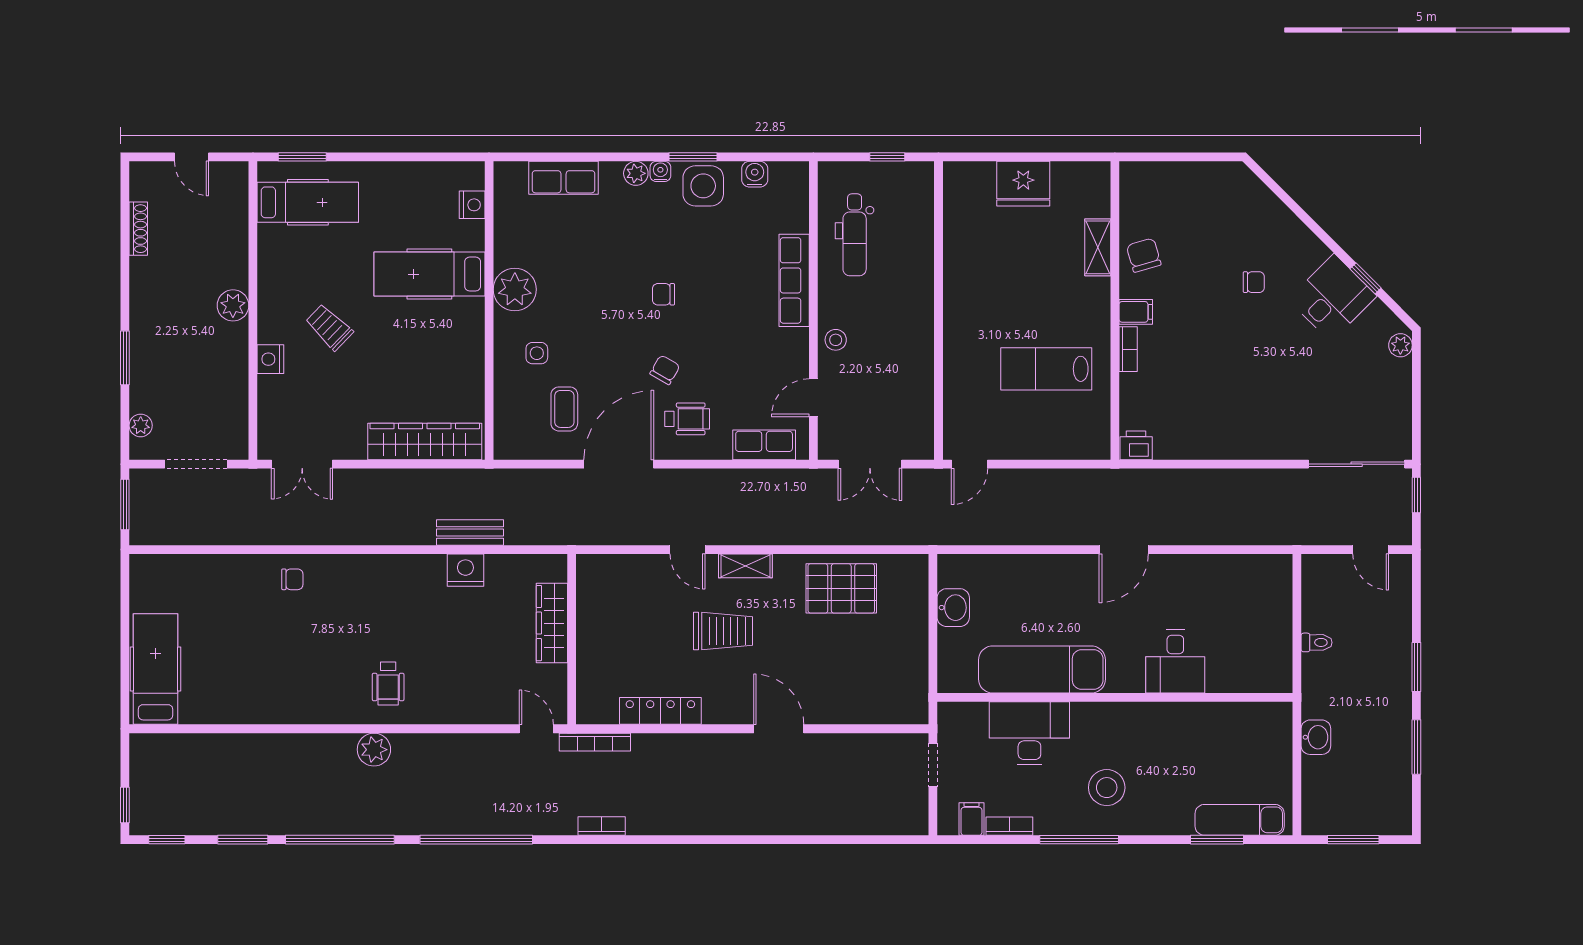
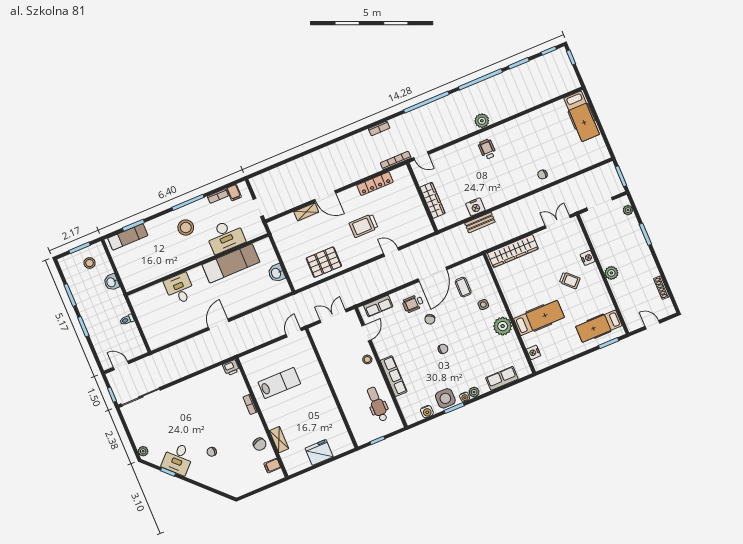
filing cabinet: (1136, 312) -> (272, 466), moved
shelving: (745, 566) -> (306, 212), moved
stool: (1346, 798) -> (90, 263), added

